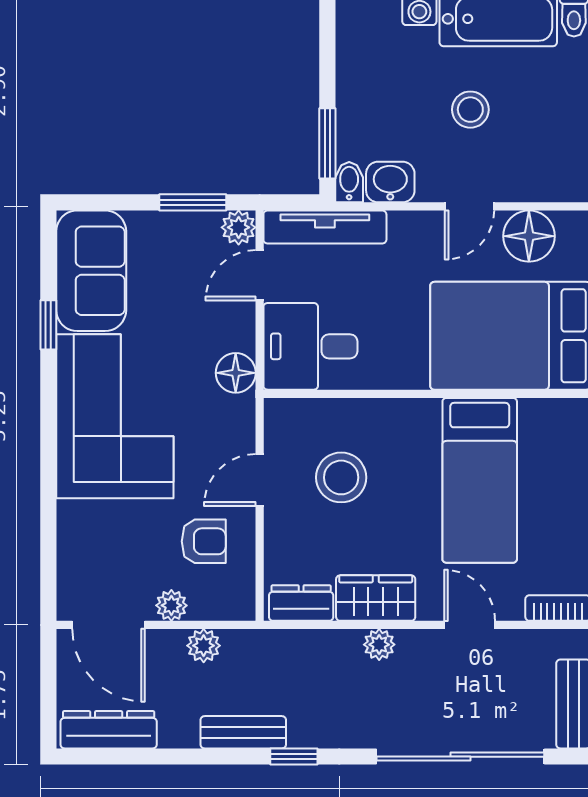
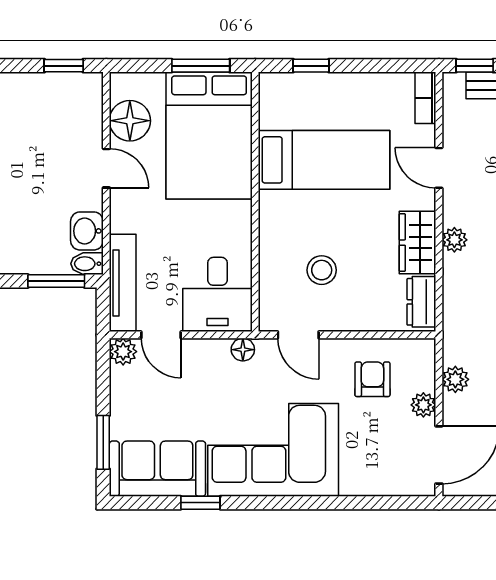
stool: (470, 110) -> (29, 167), removed
window: (193, 202) -> (103, 442), moved
floor lamp: (236, 373) -> (243, 350), width x0.73, depth x0.73
stool: (341, 477) -> (322, 270), width x0.73, depth x0.73
door: (260, 480) -> (298, 335), moved
door: (470, 625) -> (439, 168), hinge flipped

